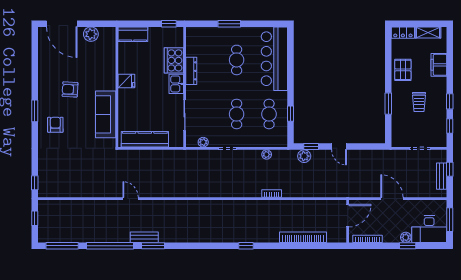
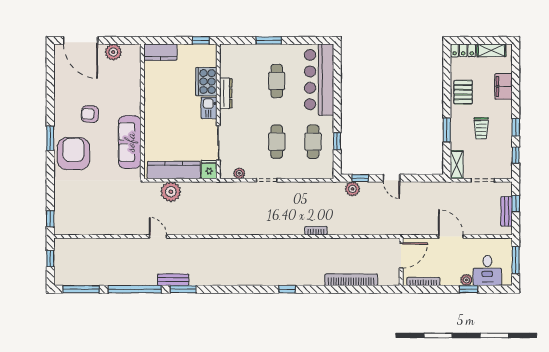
fridge: (126, 81) -> (209, 170), moved, turned -90
armchair: (55, 125) -> (73, 154), width x1.88, depth x1.88
shelving: (397, 135) -> (457, 165), added
plant: (267, 154) -> (171, 192), moved, width x1.88, depth x1.88
desk: (429, 229) -> (487, 271), width x0.73

